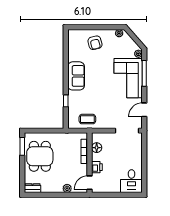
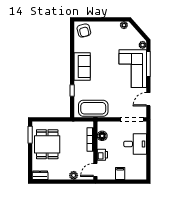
armchair: (95, 43) -> (84, 31), moved
coffee table: (87, 119) -> (93, 108), width x1.86, depth x1.72
desk: (131, 181) -> (135, 144), moved, turned -90
filing cabinet: (115, 186) -> (120, 173), added

